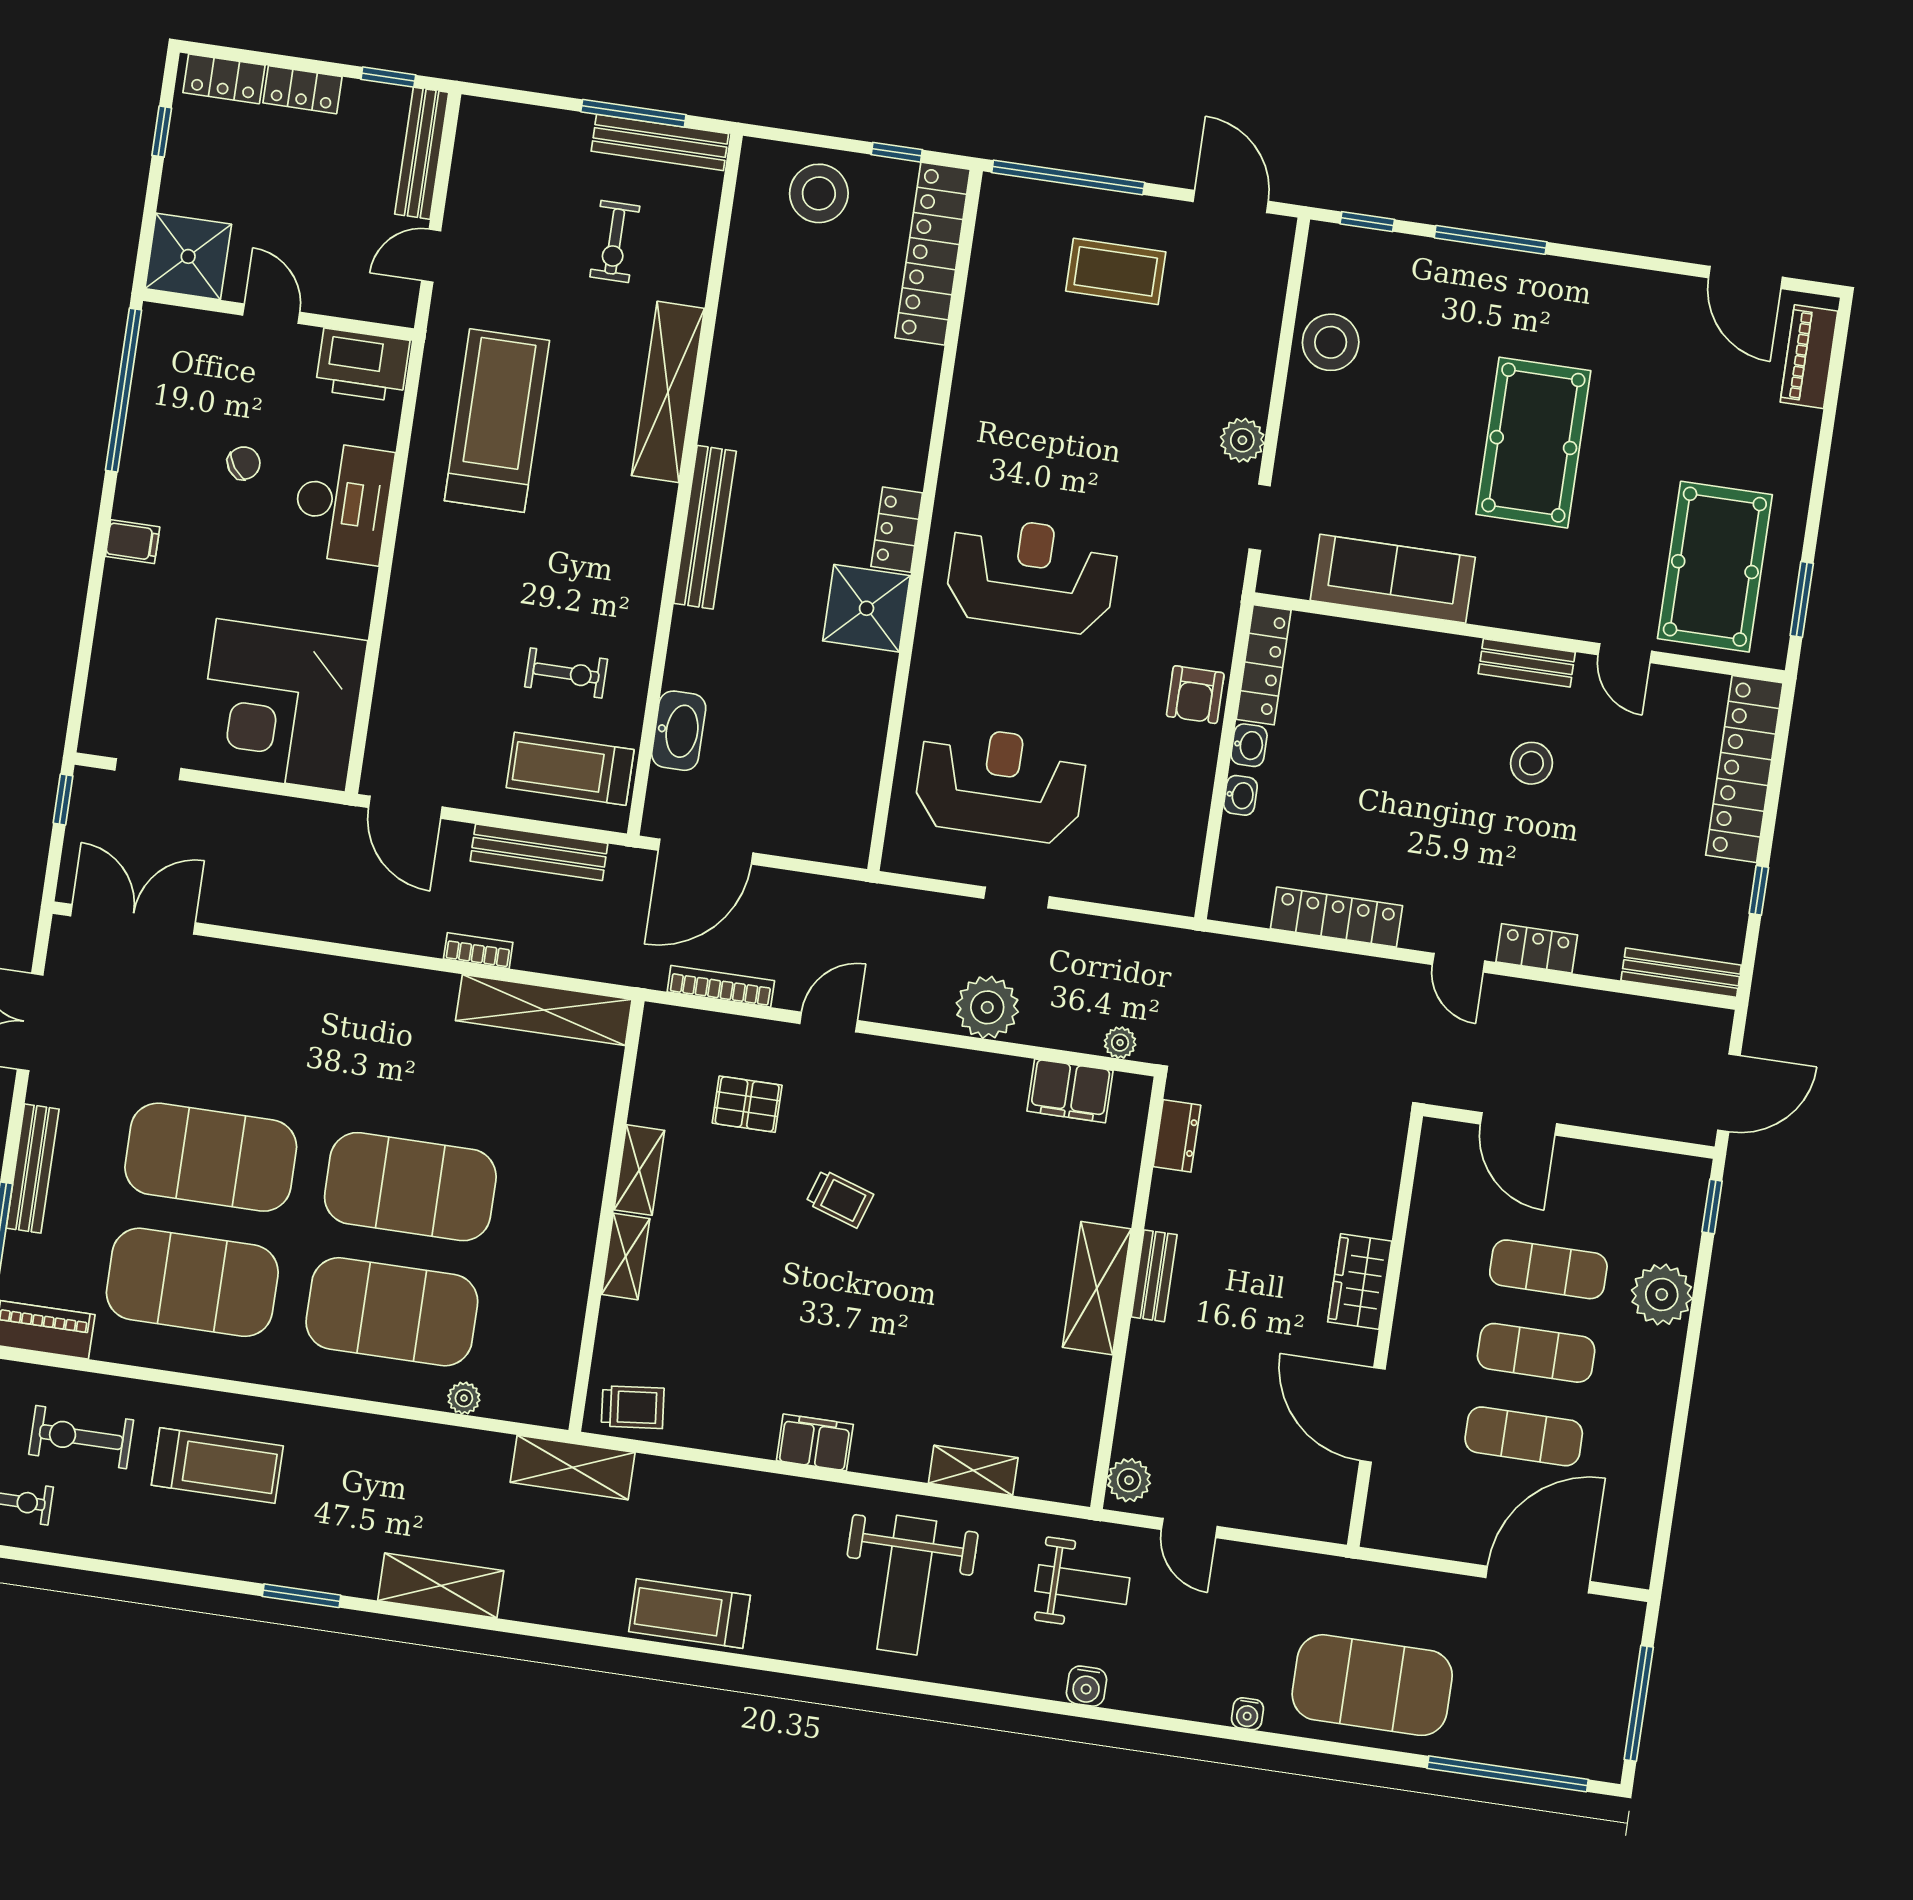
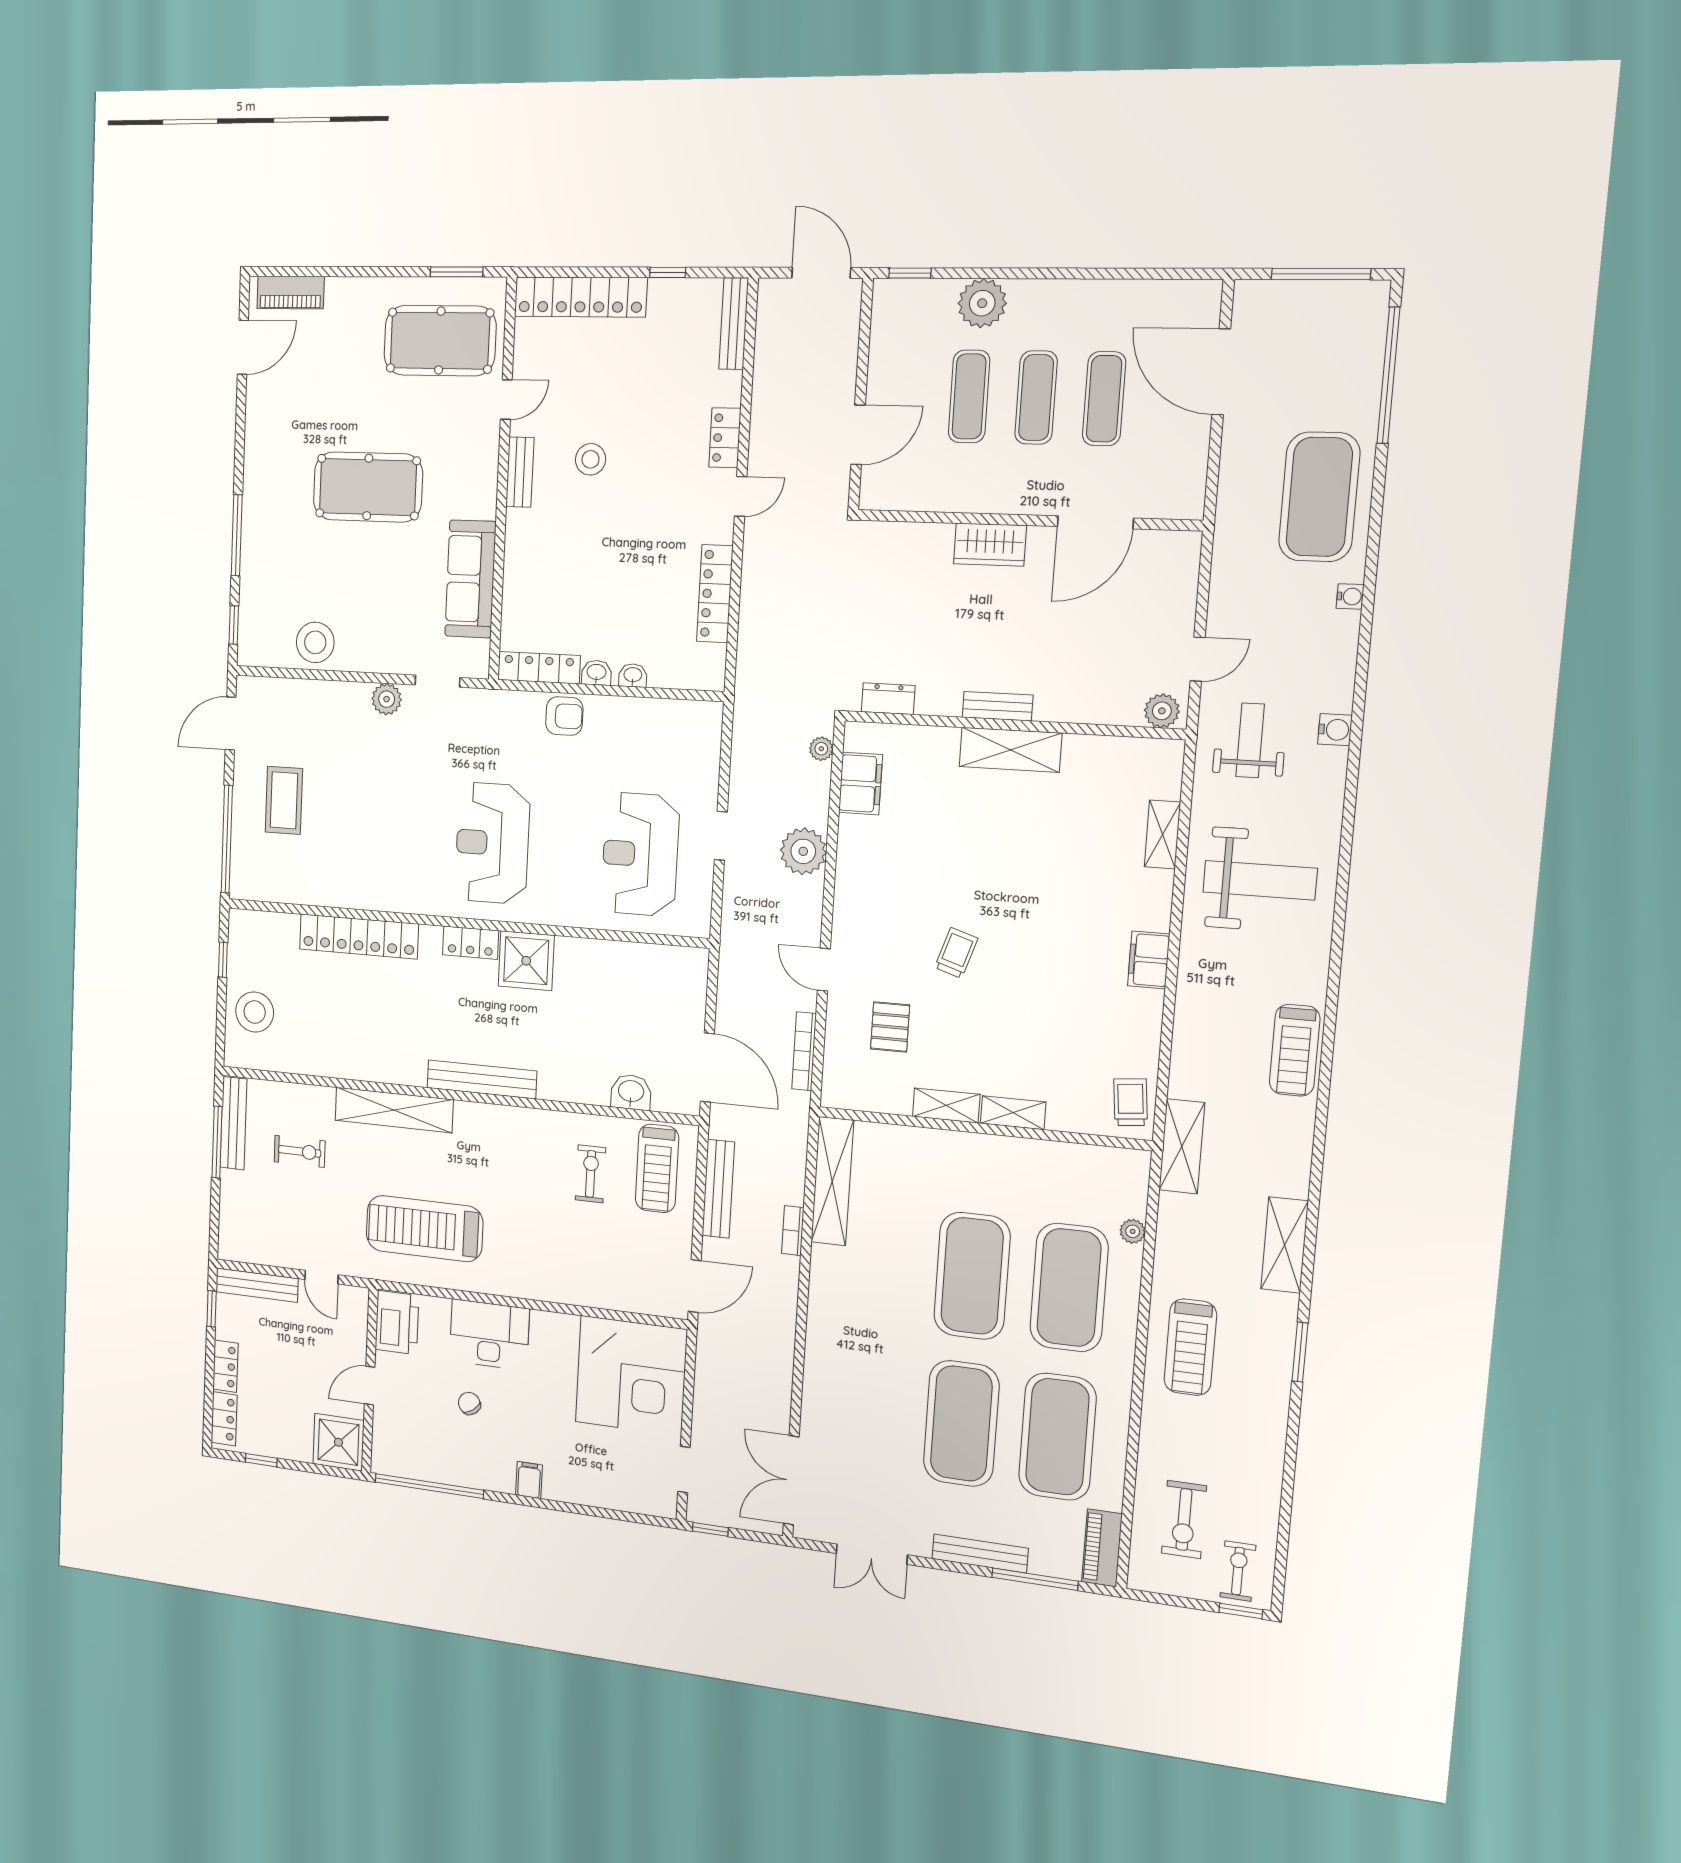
locker: (933, 254) -> (359, 936), moved
washbasin: (679, 731) -> (631, 1092), width x0.72
treadmill: (217, 1466) -> (1190, 1347), moved, turned 180

